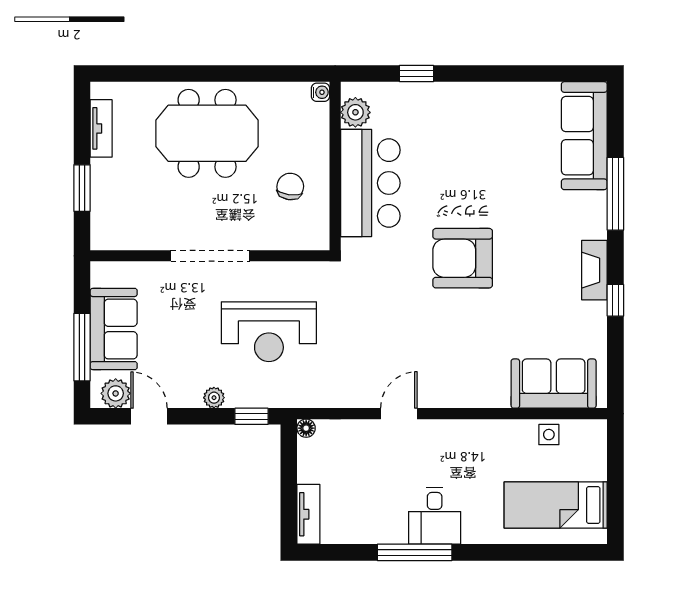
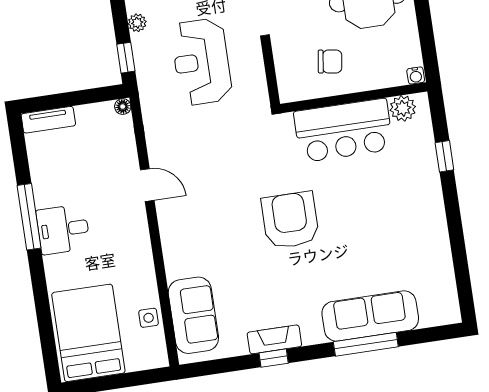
sofa: (584, 136) -> (370, 316), moved
fireplace: (594, 270) -> (274, 339), moved
bed: (556, 505) -> (88, 333), width x1.50

